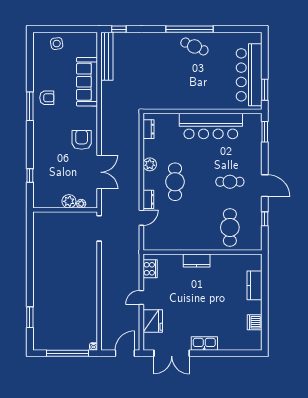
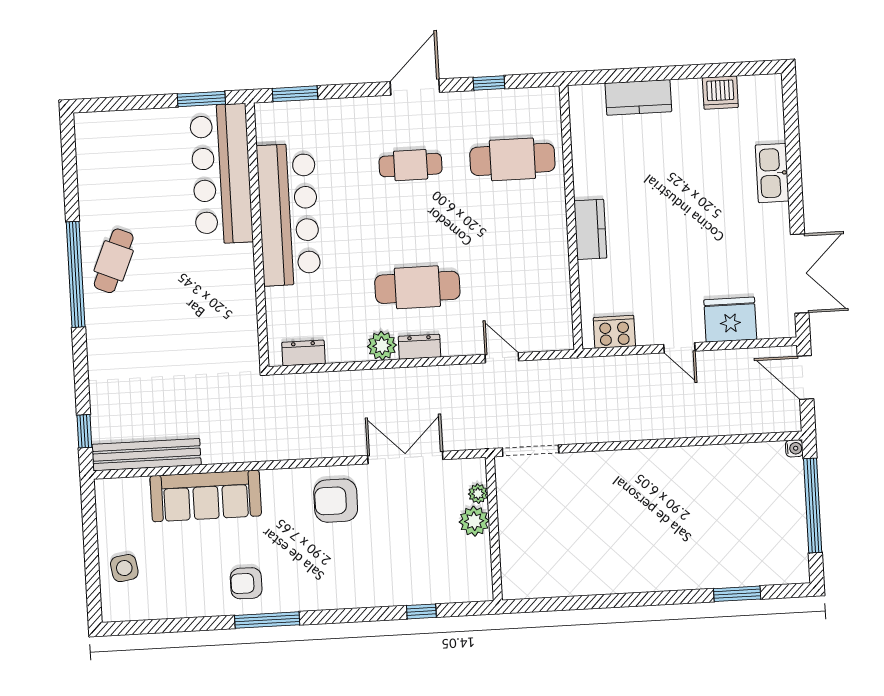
bar counter: (249, 75) -> (221, 174), moved, turned 90
armchair: (47, 98) -> (246, 583), turned -90
cafe table: (230, 182) -> (411, 165), turned 90
dresser: (148, 199) -> (419, 347), moved
kitchen sink: (204, 343) -> (772, 173), moved

